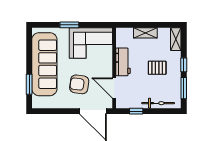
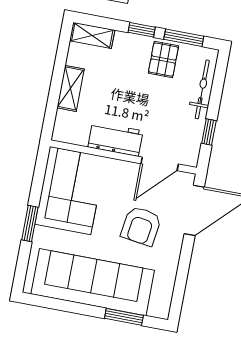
pallet: (157, 68) -> (163, 60), moved

